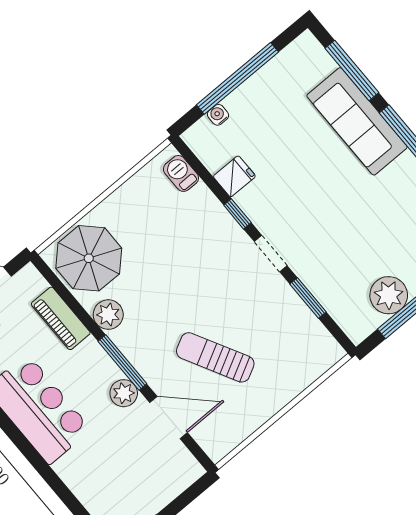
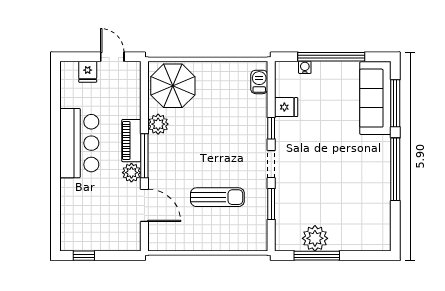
sofa: (357, 121) -> (375, 98), moved
piano: (61, 318) -> (131, 141), moved
sun lounger: (215, 357) -> (217, 197), moved, turned 118

